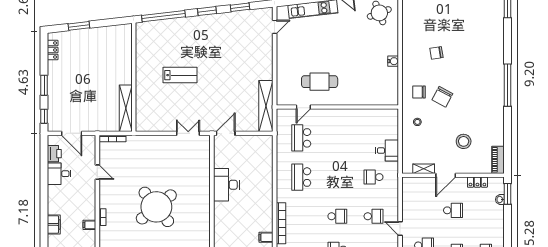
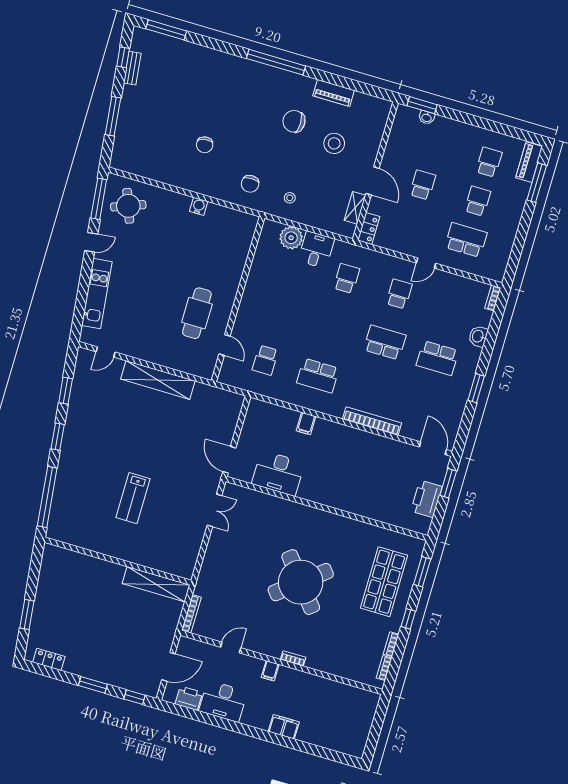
door: (275, 27) -> (106, 352), swing flipped
lab bench: (180, 75) -> (133, 498), turned 180
chair: (442, 97) -> (294, 121), moved, turned 152
shelving: (266, 106) -> (158, 380), moved
plant: (390, 131) -> (291, 238), added
double door: (188, 133) -> (214, 510), swing flipped
school desk: (301, 138) -> (265, 360), width x0.54
piano: (498, 160) -> (334, 93), moved
desk: (59, 174) -> (223, 701), width x1.37
school desk: (374, 177) -> (346, 278), turned 180
locker: (477, 182) -> (369, 228), moved
desk: (226, 185) -> (278, 473), moved
school desk: (337, 216) -> (385, 343), width x1.85
filing cabinet: (89, 225) -> (270, 671), moved
filing cabinet: (266, 237) -> (306, 424), moved

